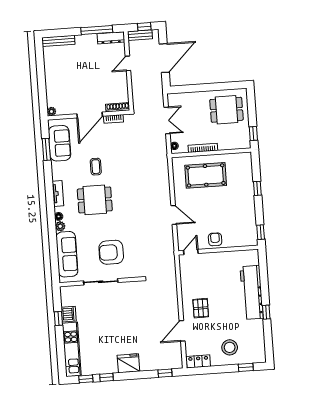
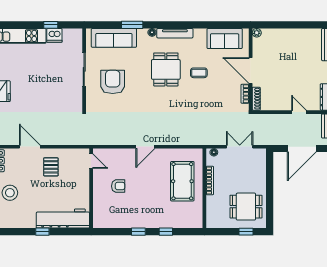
door: (164, 58) -> (302, 148), hinge flipped
dining table: (226, 110) -> (246, 207), turned 90
double door: (167, 120) -> (240, 147), swing flipped
window: (253, 133) -> (246, 232), moved
window: (46, 149) -> (132, 25), moved
tv unit: (58, 193) -> (175, 33), width x1.41
plant: (60, 226) -> (142, 33), removed
window: (261, 232) -> (138, 232), moved
wall: (218, 250) -> (91, 188), moved
door: (191, 252) -> (91, 161), moved
pallet: (201, 308) -> (51, 167), turned 90

